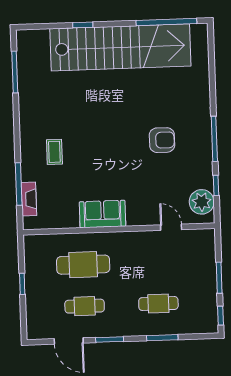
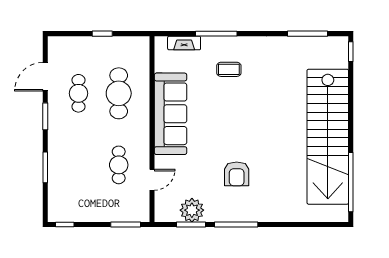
window: (83, 25) -> (351, 52), moved
window: (19, 184) -> (216, 34), moved
window: (216, 185) -> (191, 225), width x1.50
plant: (202, 202) -> (192, 210), moved
sofa: (103, 214) -> (171, 114), width x1.85, depth x1.27
window: (219, 278) -> (126, 225), moved
cafe table: (158, 304) -> (119, 165), moved

